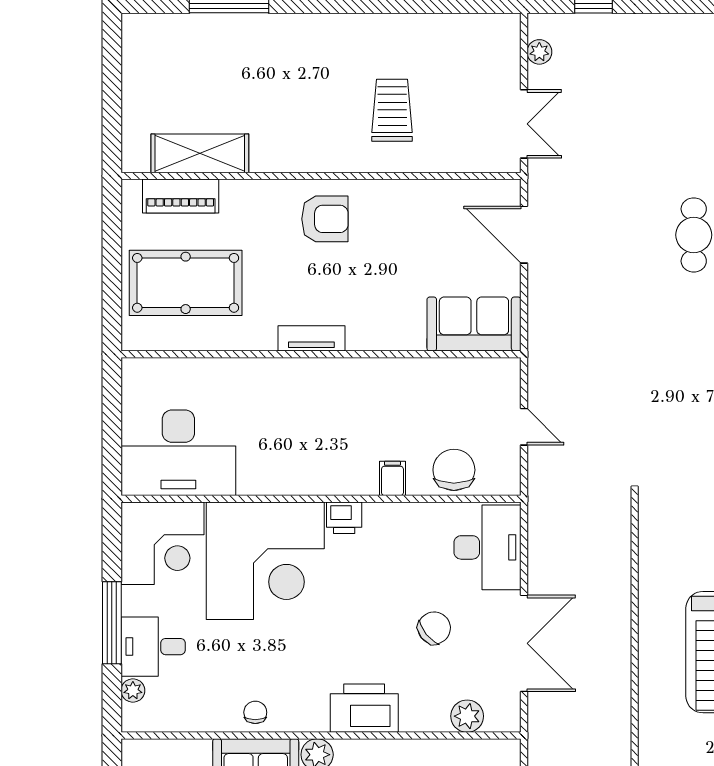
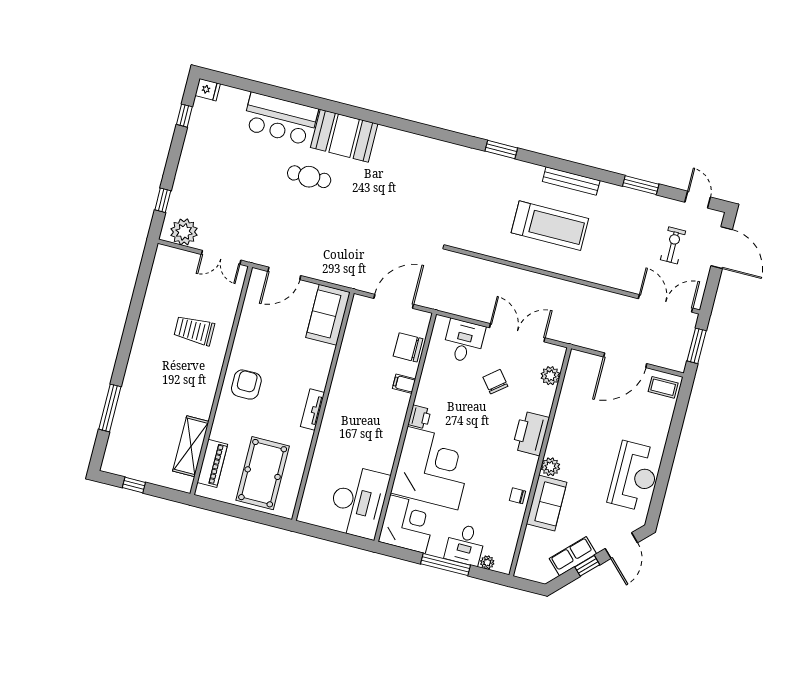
plant: (539, 52) -> (184, 232), width x1.88, depth x1.88
window: (112, 76) -> (134, 485), added
double door: (524, 124) -> (221, 257), swing flipped
door: (524, 427) -> (394, 301), width x1.88
desk: (487, 547) -> (464, 341), width x0.73

